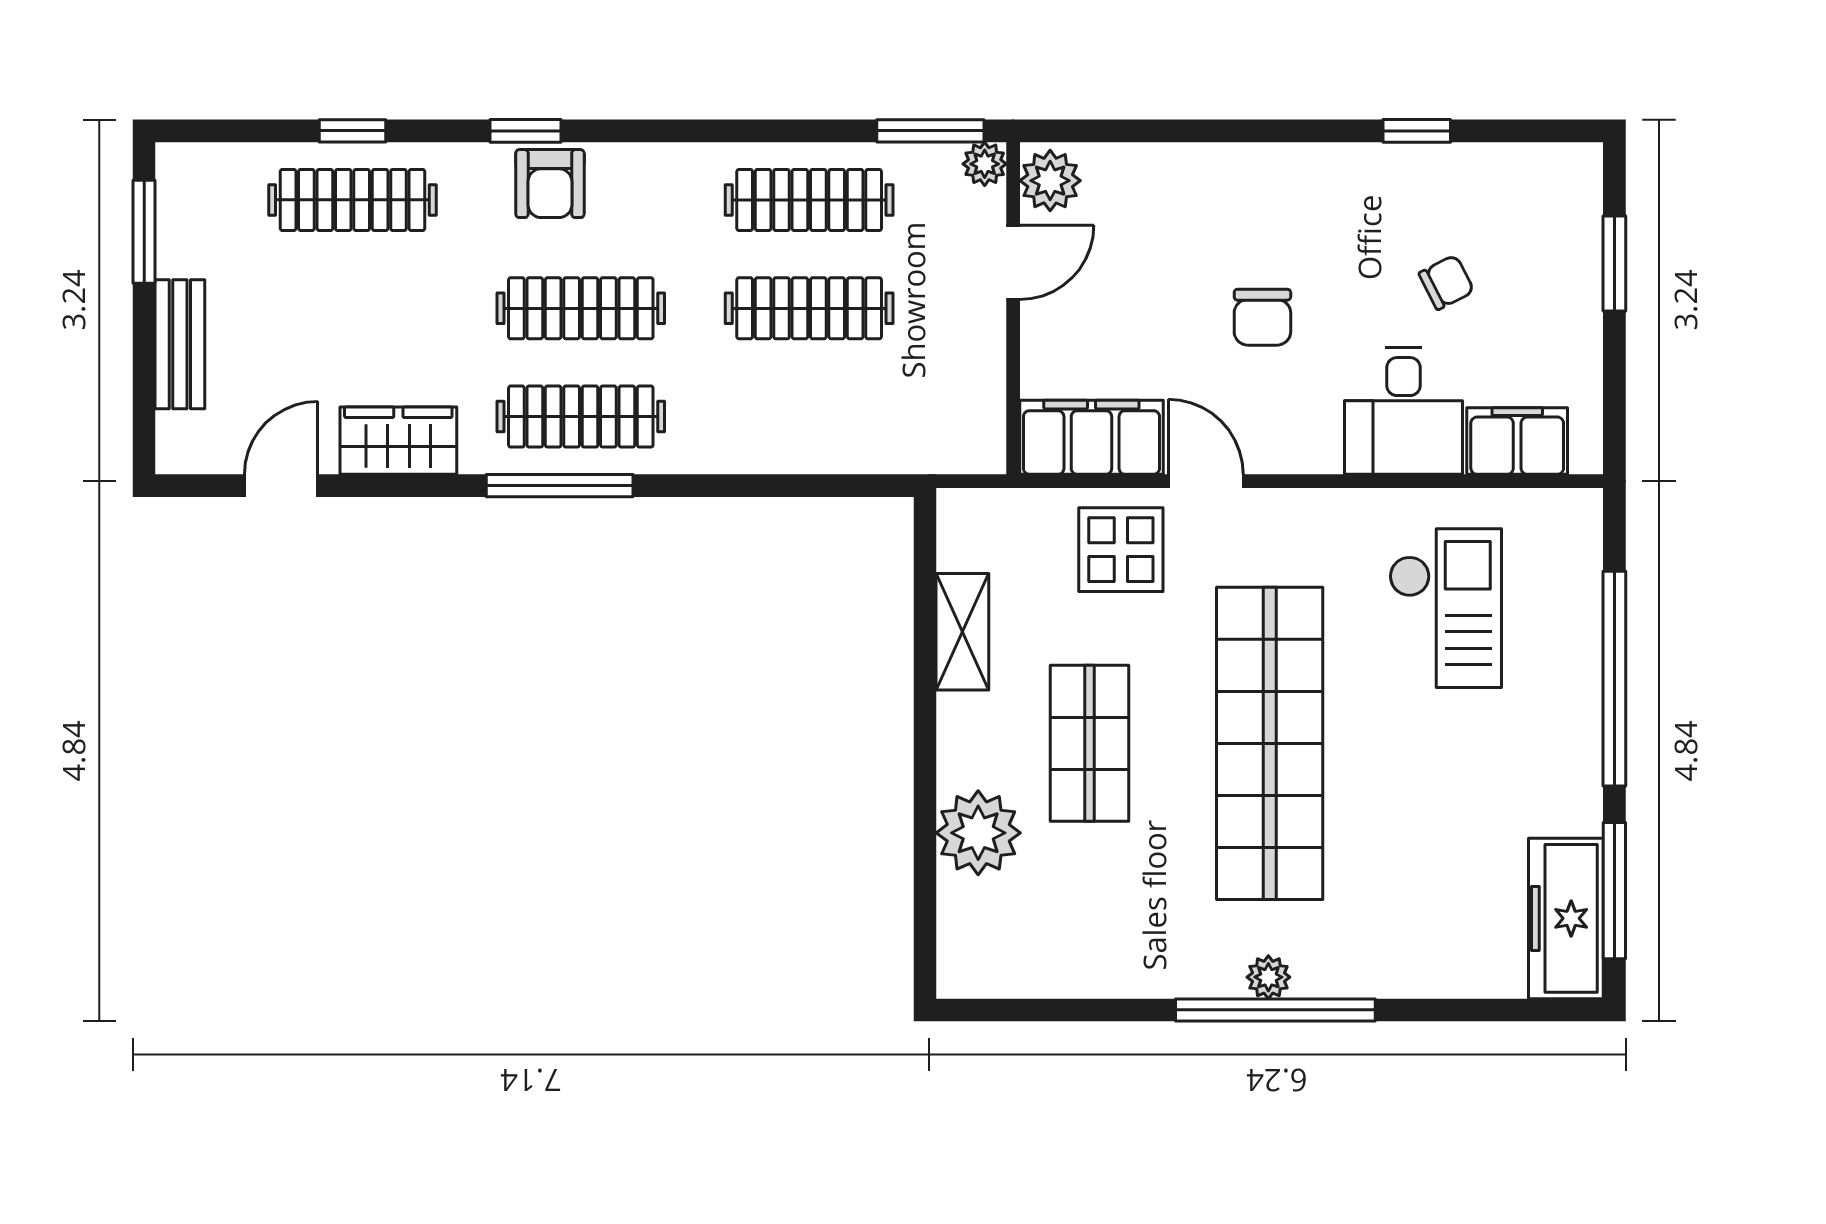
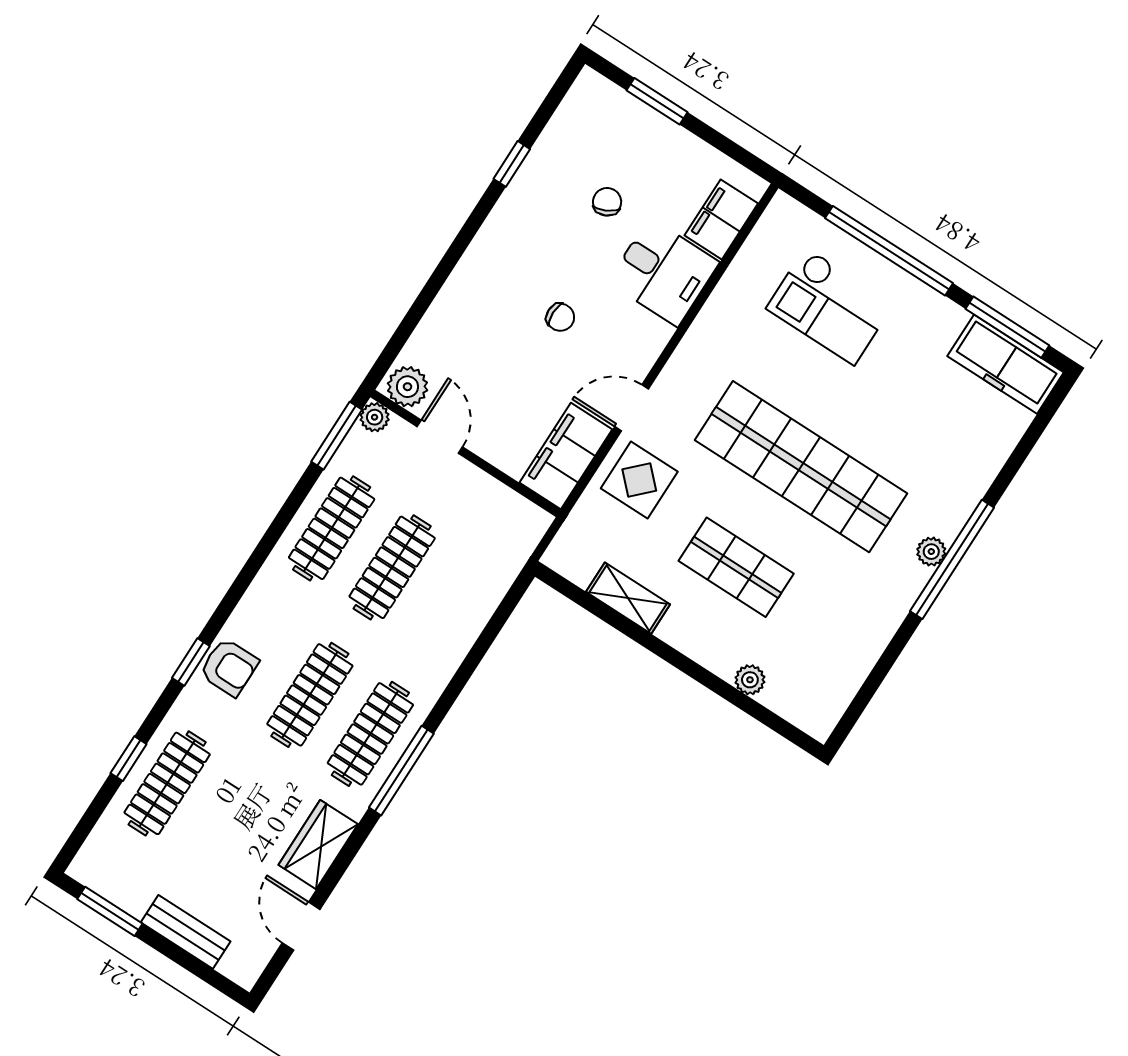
chair: (1262, 317) -> (560, 317), width x0.73, depth x0.73
checkout: (1445, 608) -> (830, 306), moved, turned 180
plant: (978, 833) -> (750, 680), width x0.53, depth x0.53

